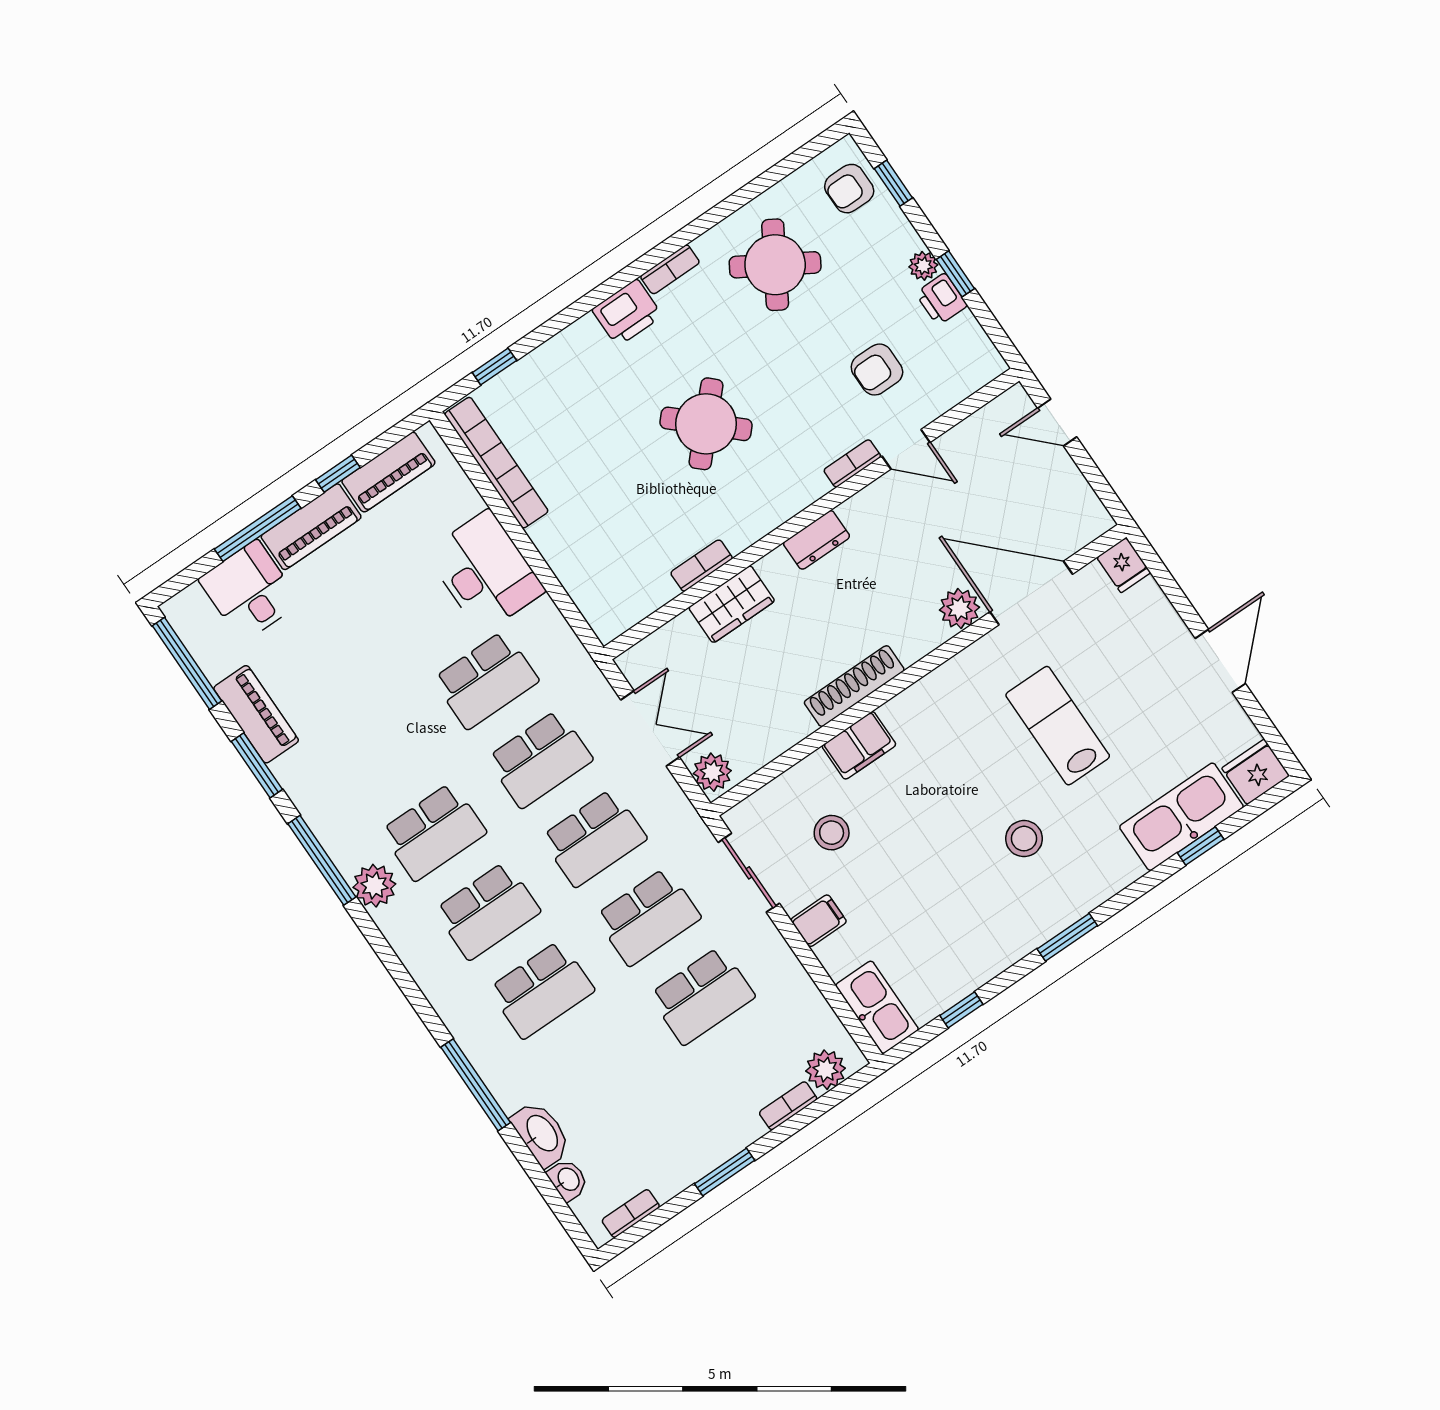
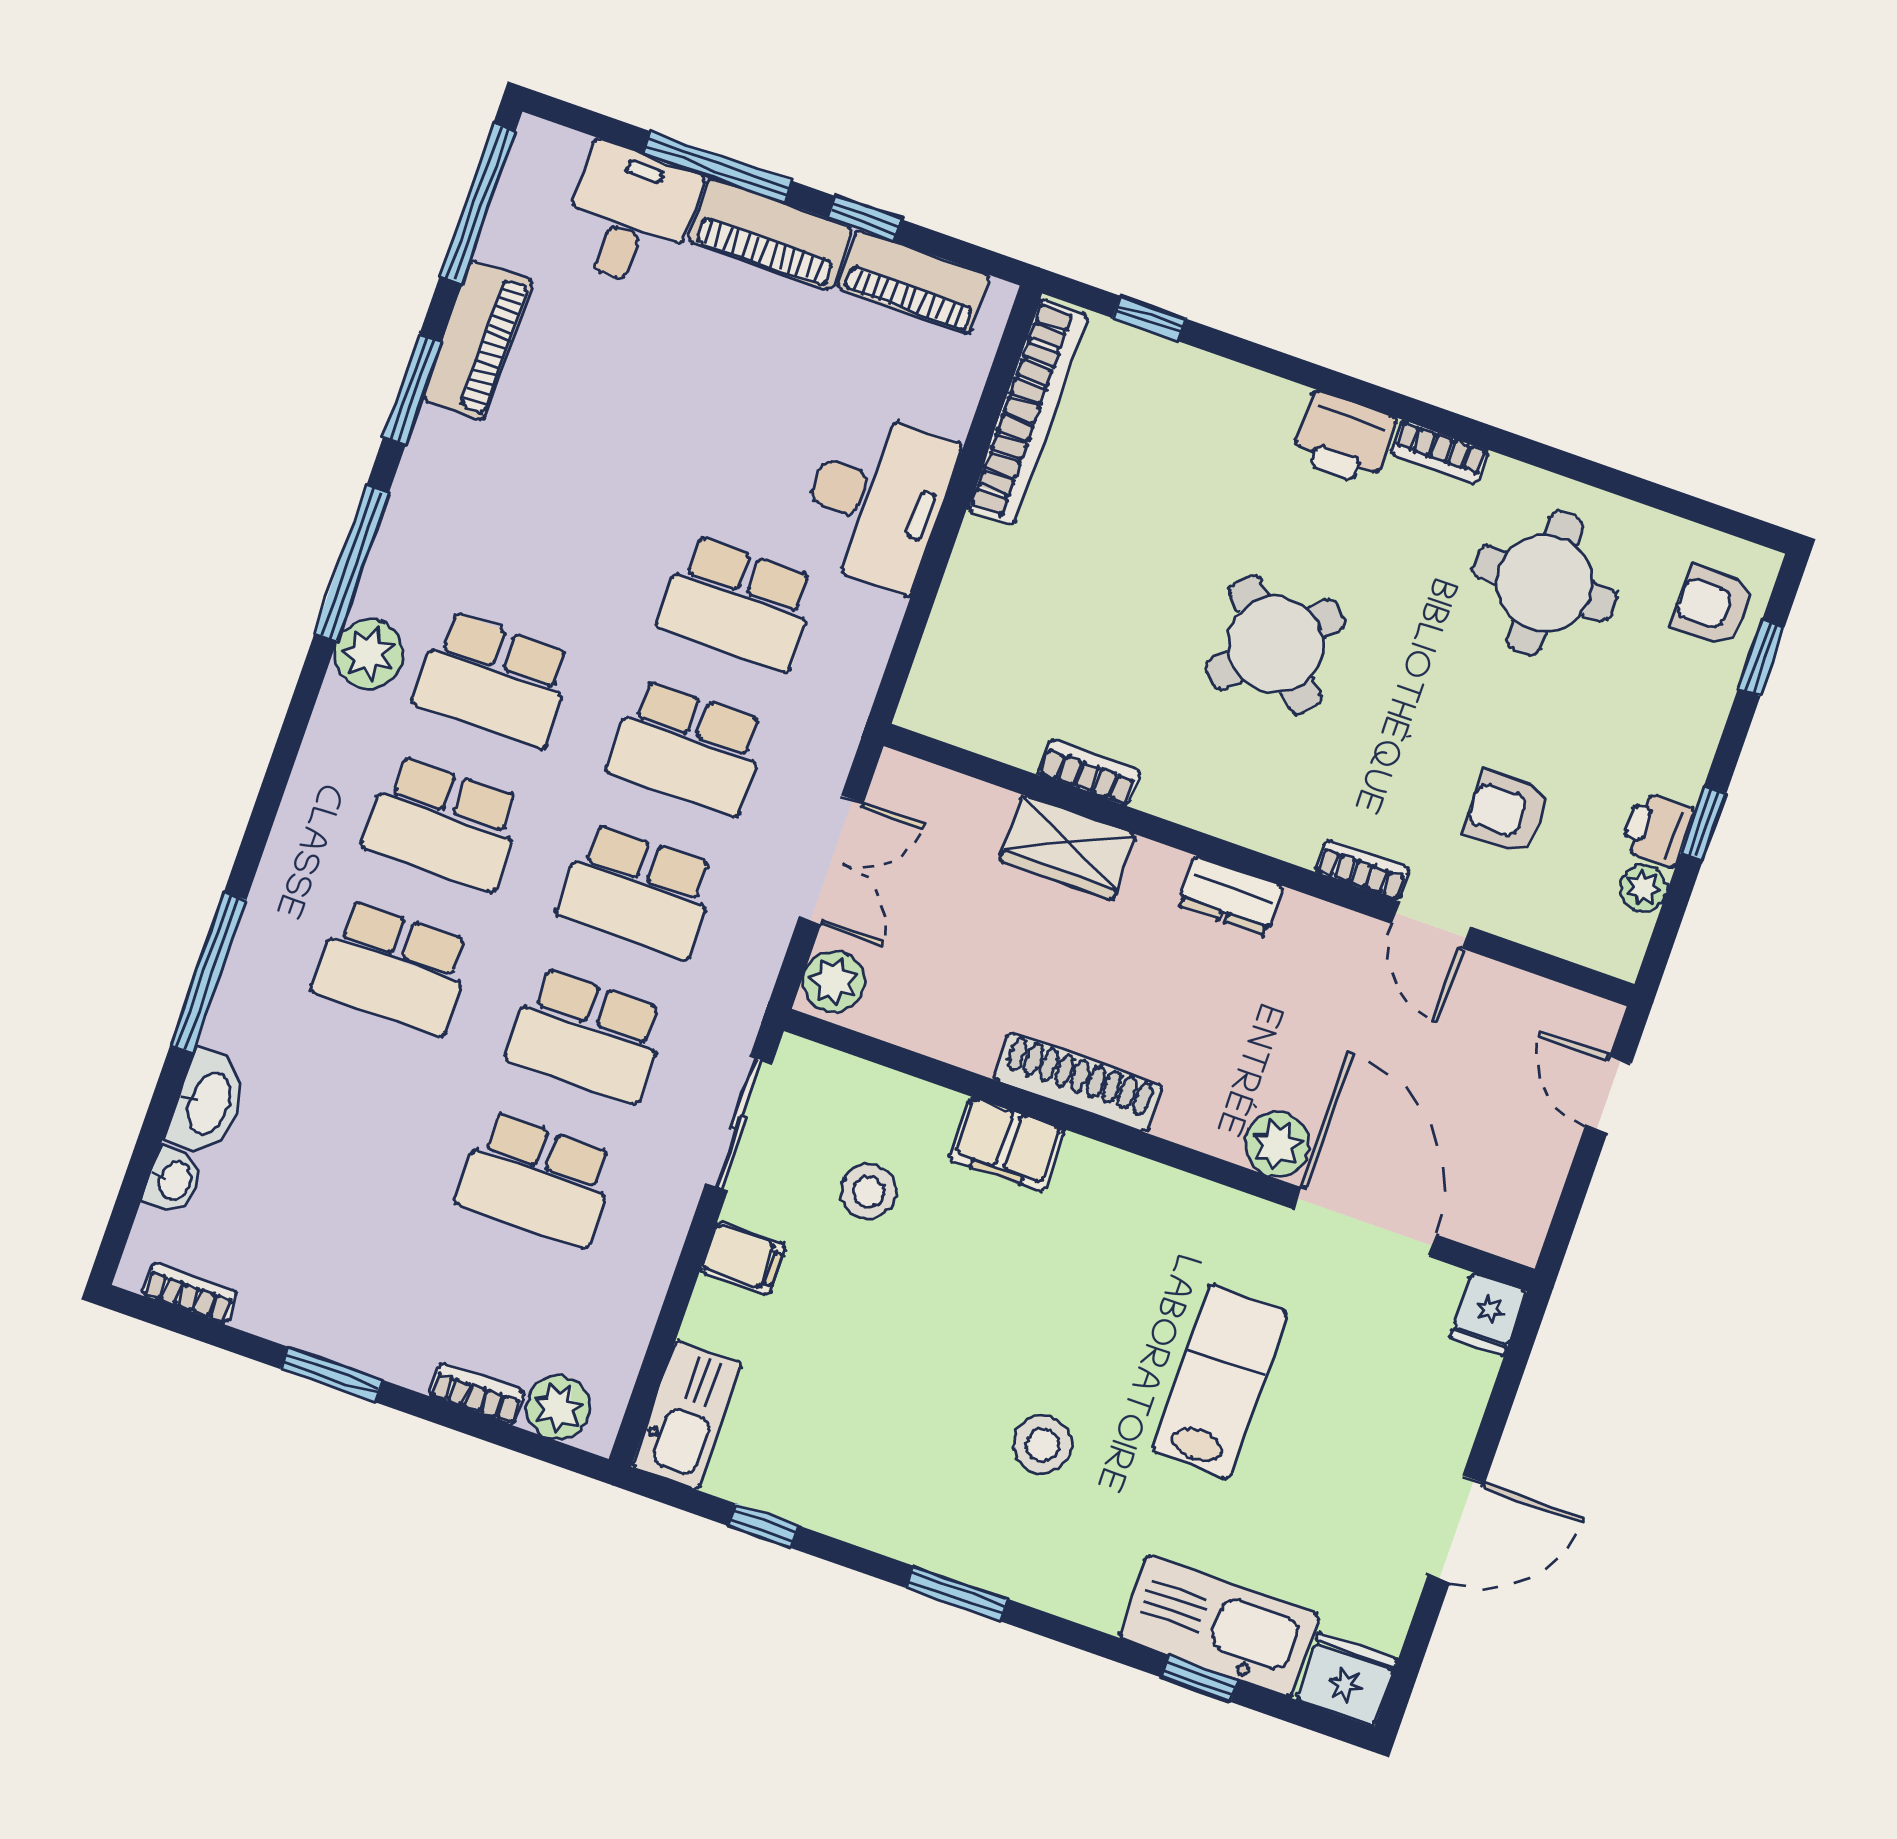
round table: (775, 265) -> (1545, 583), turned -31
plant: (923, 266) -> (1644, 888), moved

